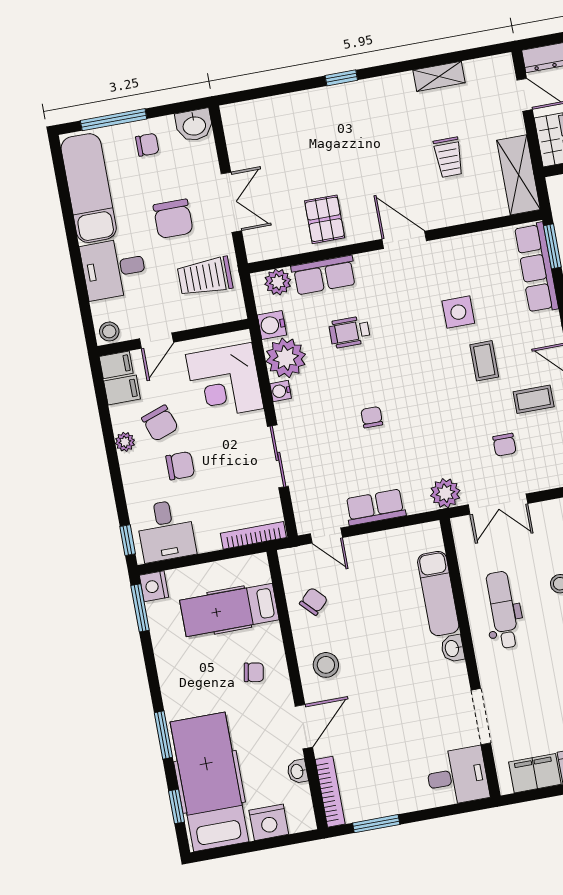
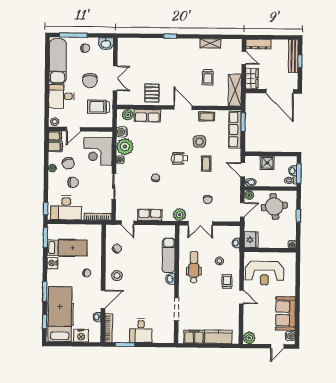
wheelchair: (350, 332) -> (180, 158), moved
coffee table: (534, 399) -> (207, 117), moved
desk: (166, 531) -> (66, 208), width x1.37
nightstand: (154, 586) -> (52, 263), moved
hospital bed: (229, 610) -> (67, 248), moved, turned 180
desk: (457, 776) -> (141, 331), moved, turned 90

